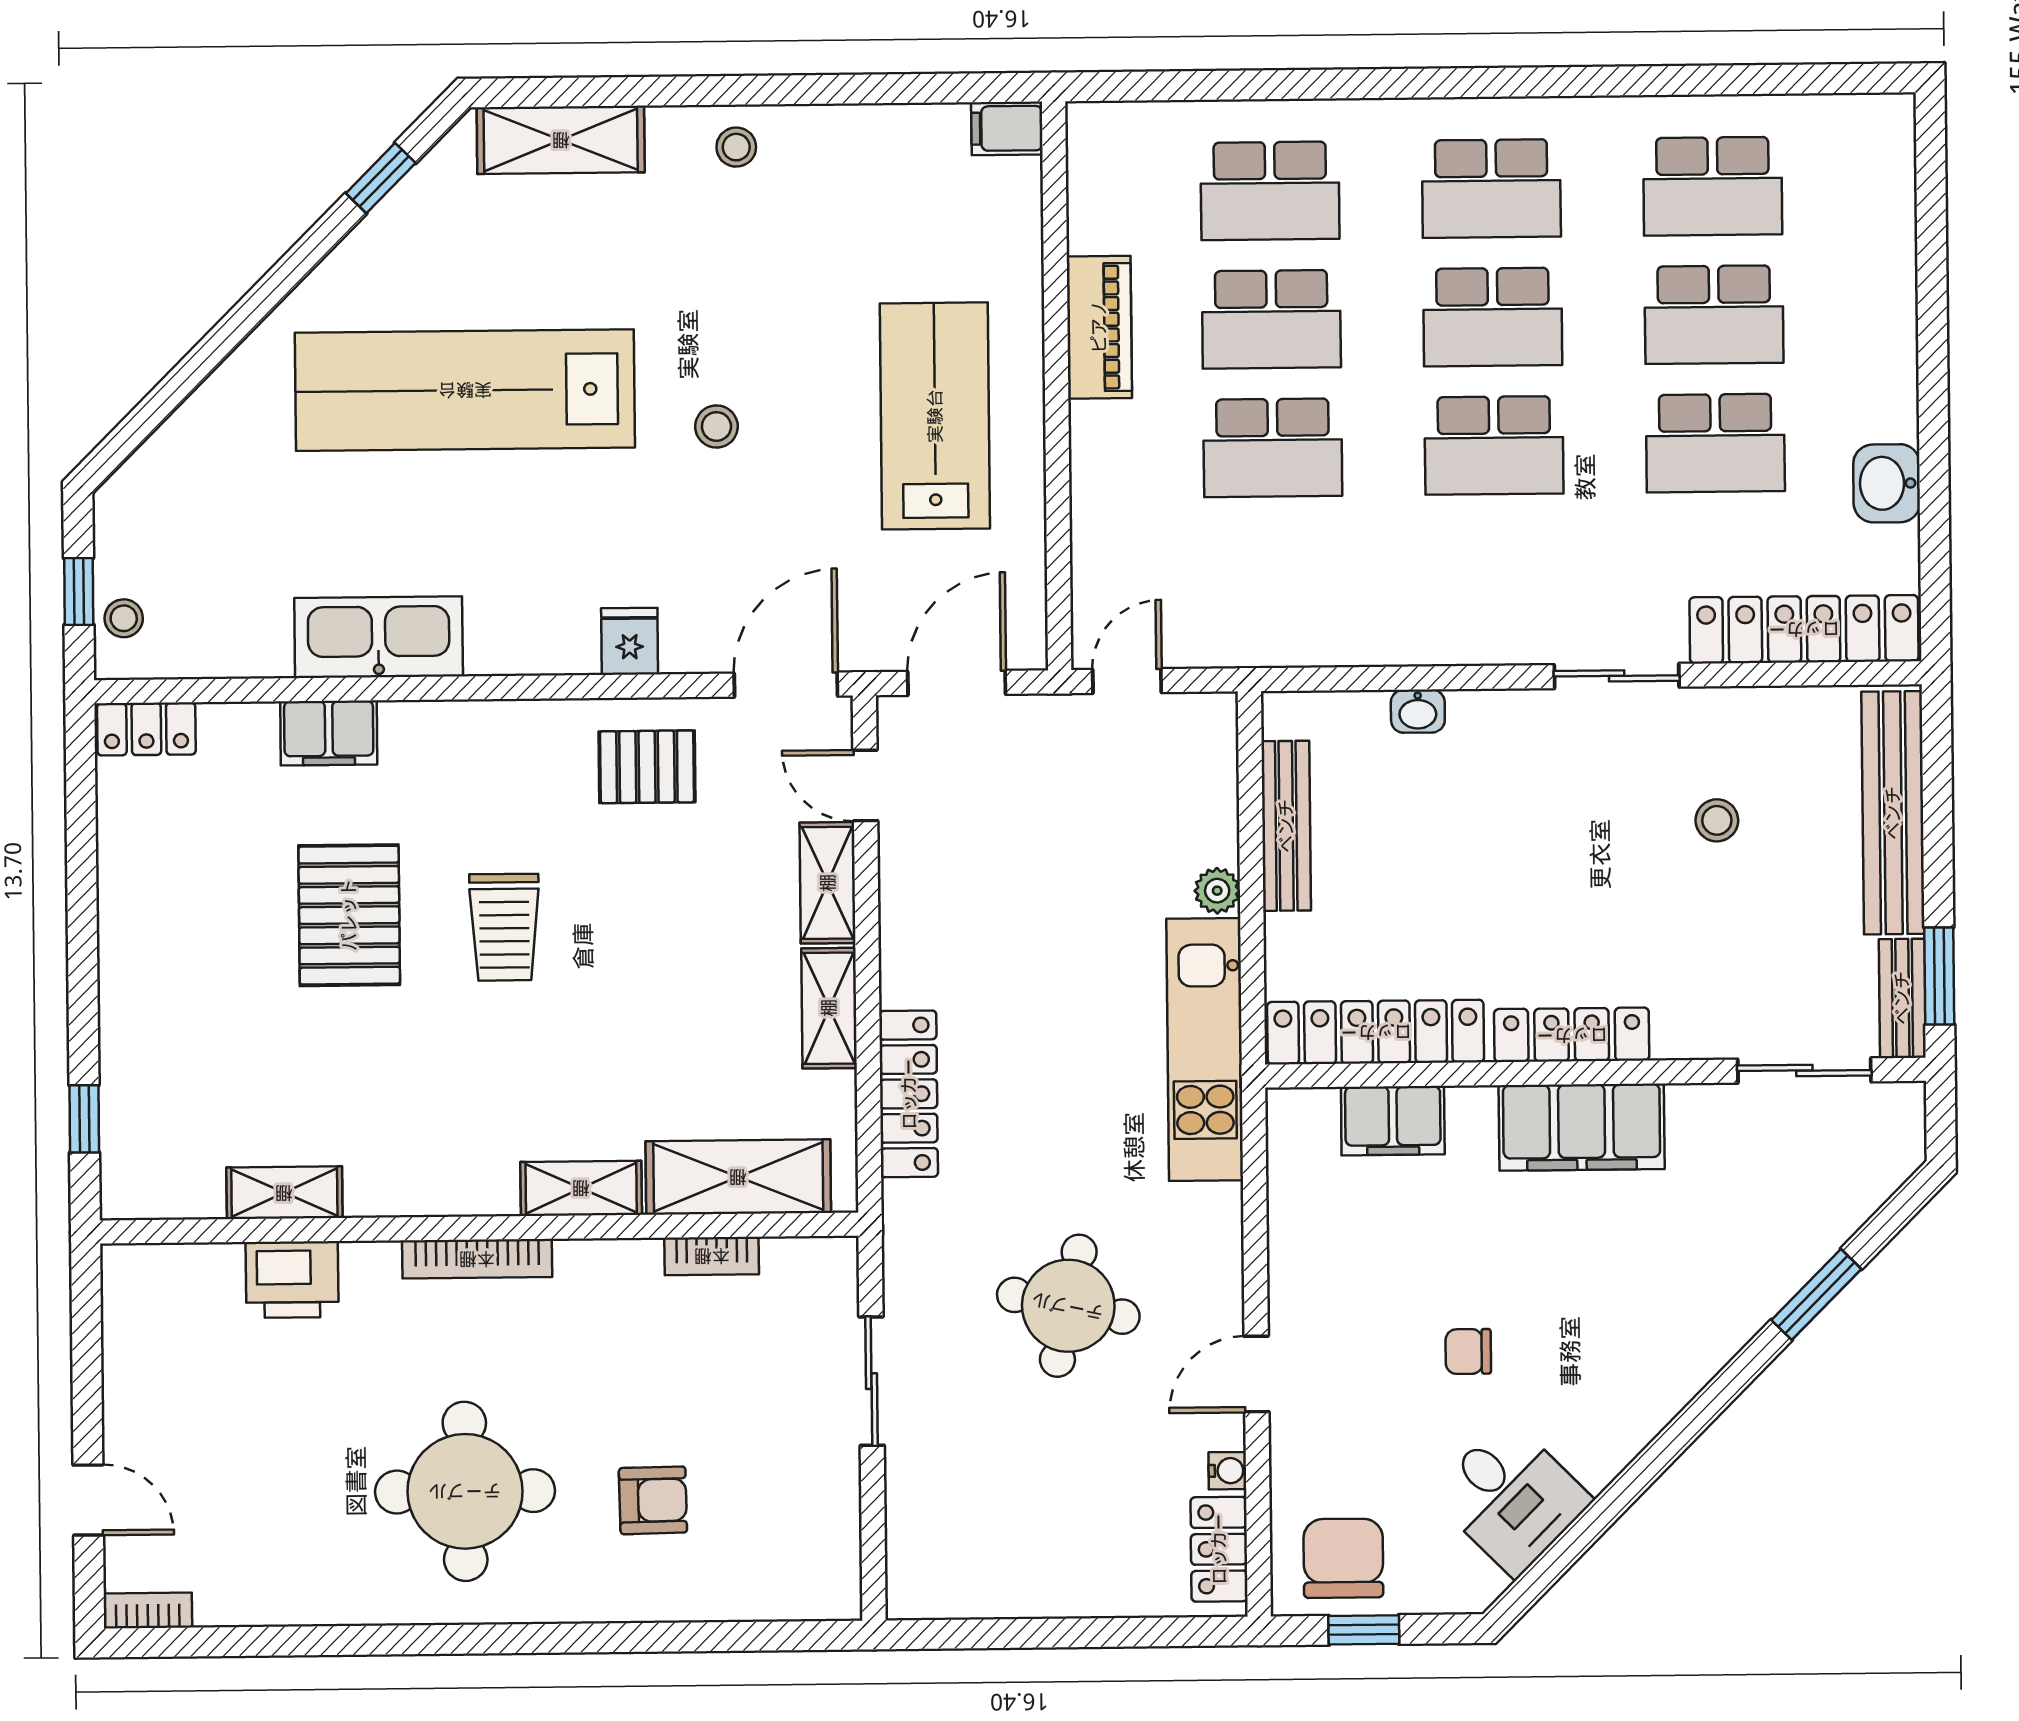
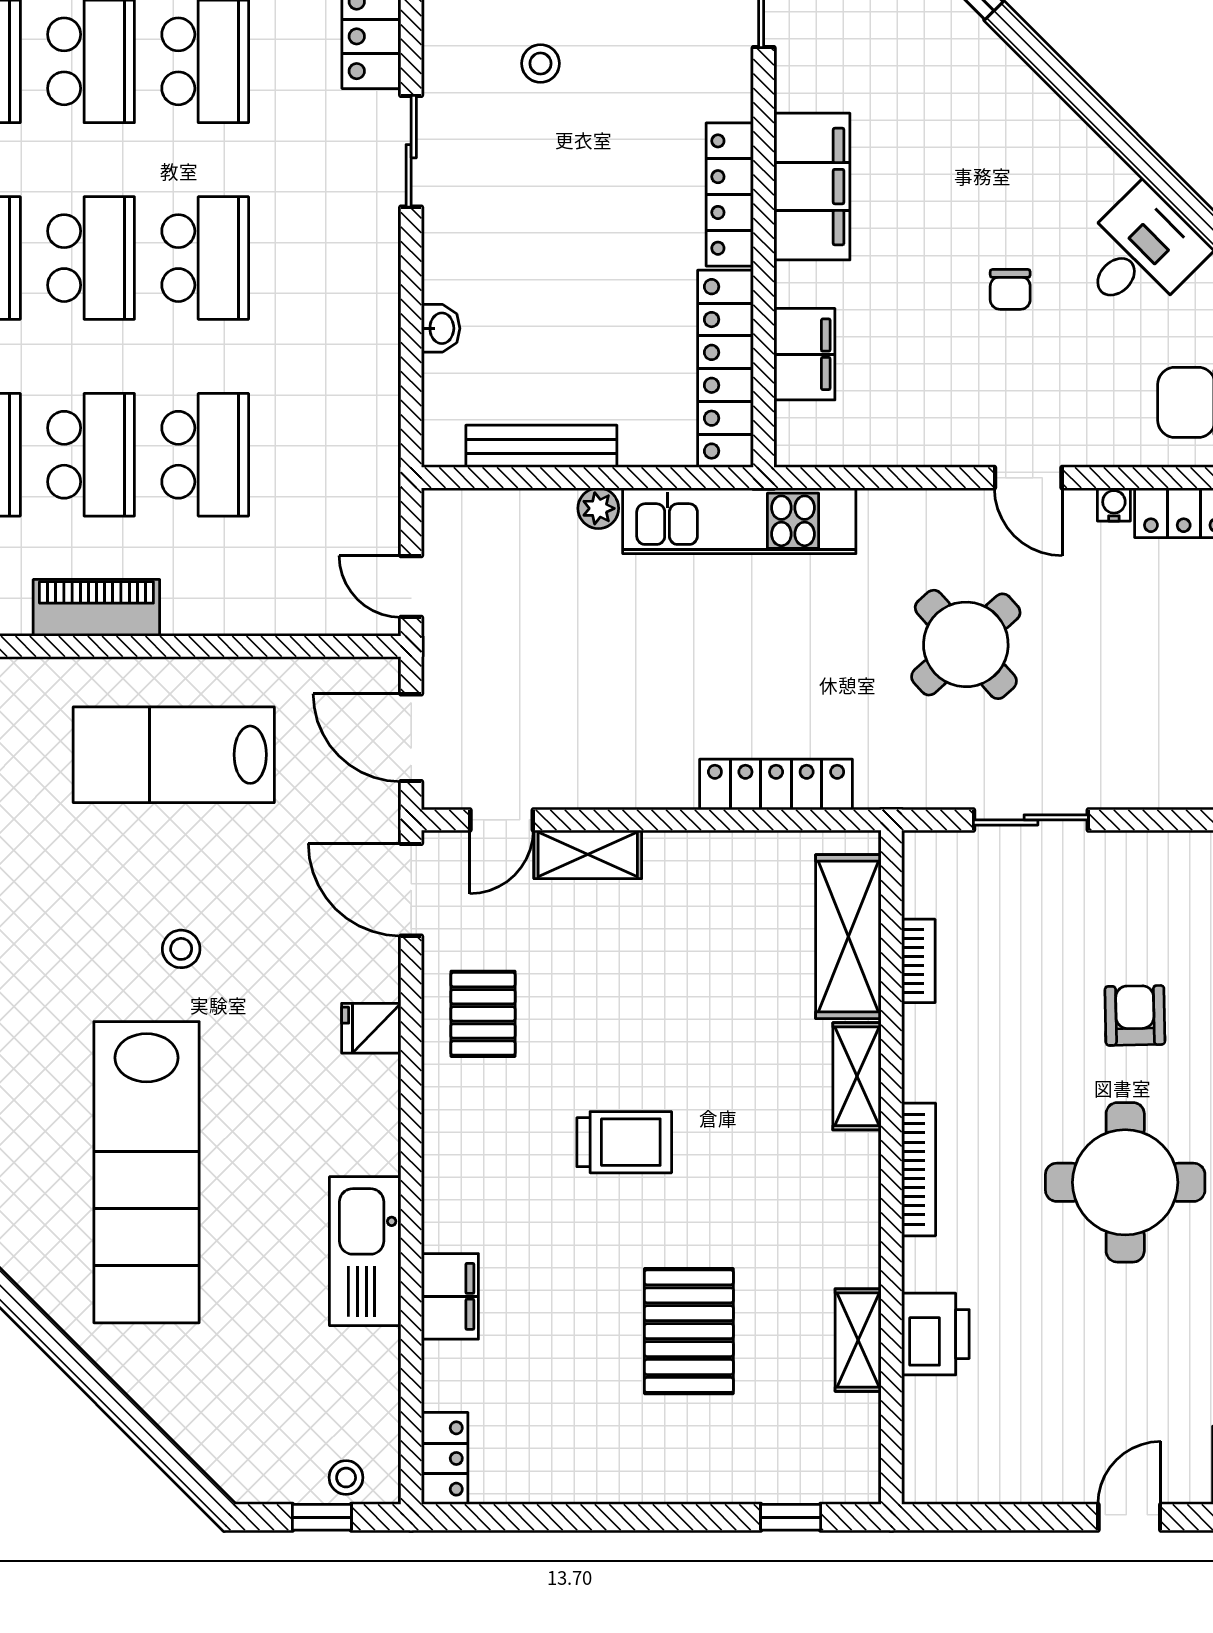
pallet: (349, 915) -> (689, 1331), moved, turned 90
shelving: (829, 1008) -> (699, 854), removed
round table: (1068, 1306) -> (966, 644), turned 36

